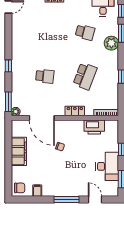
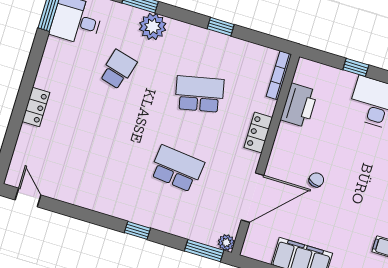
school desk: (45, 76) -> (177, 169), width x1.85
school desk: (85, 76) -> (199, 94), turned -33

